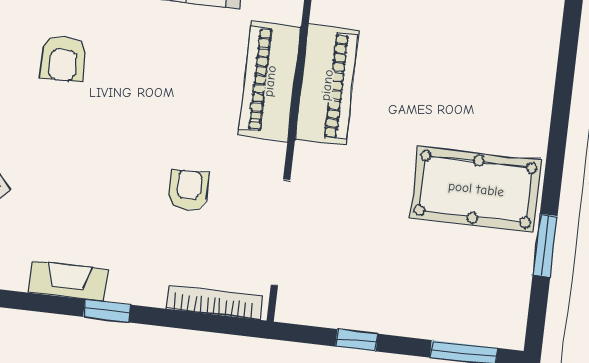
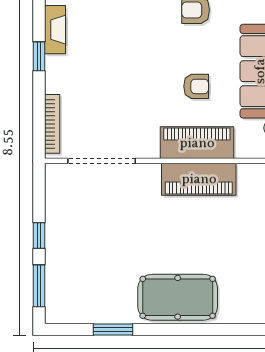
pool table: (476, 189) -> (178, 297), moved, turned 90
armchair: (188, 190) -> (196, 86), moved
window: (357, 340) -> (39, 236), moved

